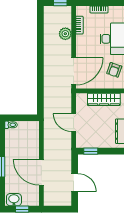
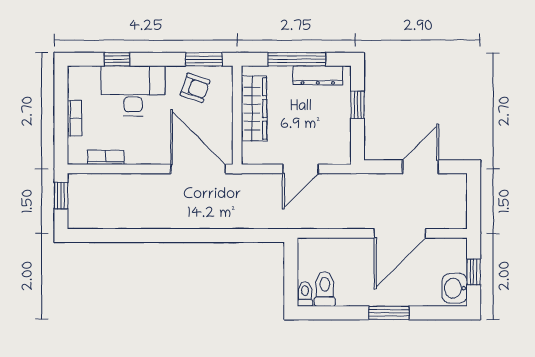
plant: (65, 34) -> (123, 186), removed
toilet: (13, 135) -> (325, 289), added
window: (91, 151) -> (358, 105), moved

